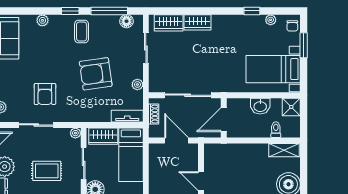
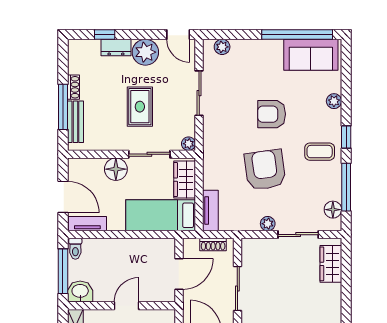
wardrobe: (197, 22) -> (331, 301), removed
plant: (137, 85) -> (268, 224), moved
armchair: (45, 94) -> (272, 114), moved
sliding door: (188, 95) -> (237, 288), width x0.73

